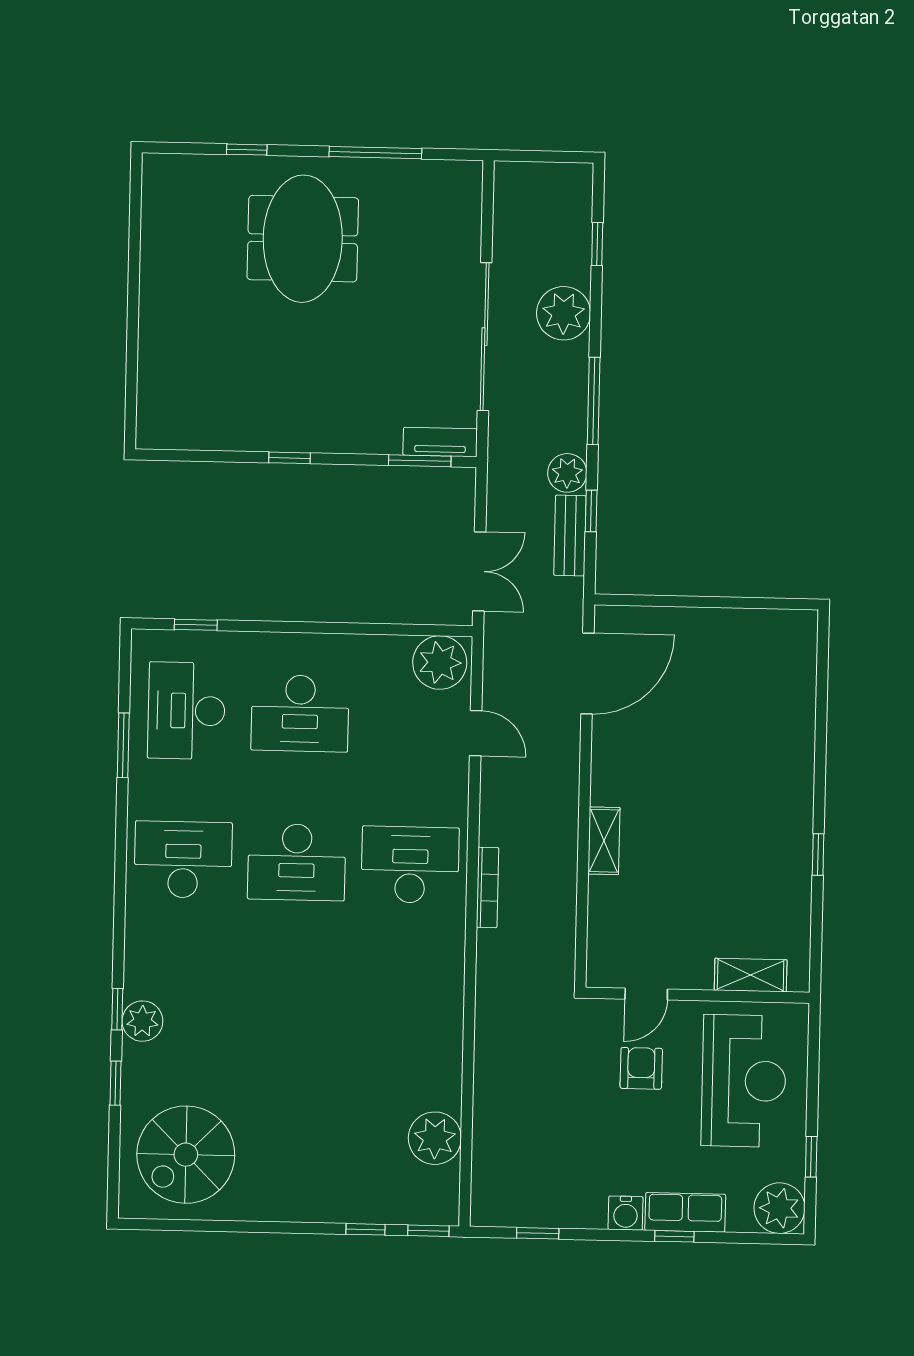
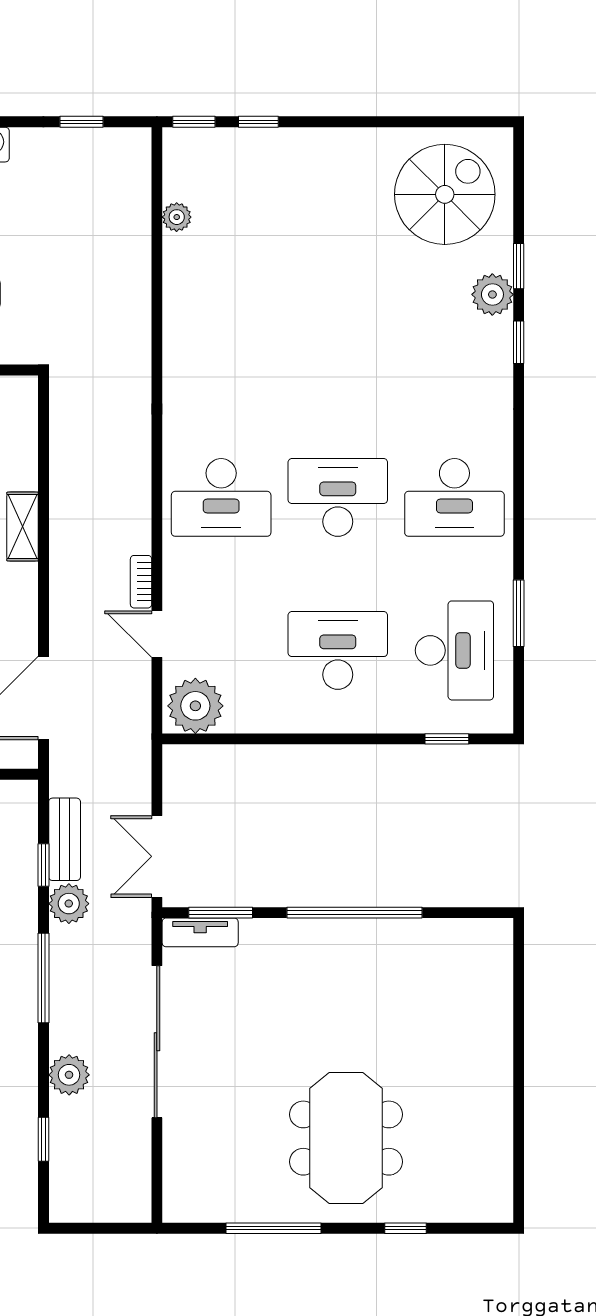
plant: (564, 313) -> (69, 1075), width x0.73, depth x0.73
window: (290, 458) -> (355, 913), width x3.17
double door: (479, 571) -> (157, 856), moved
bookcase: (488, 887) -> (141, 582), moved, width x0.64
plant: (142, 1021) -> (492, 294), moved
plant: (435, 1138) -> (177, 217), width x0.53, depth x0.53

